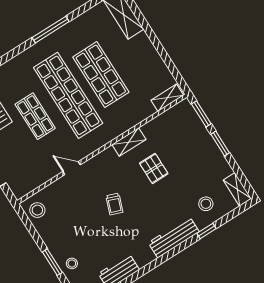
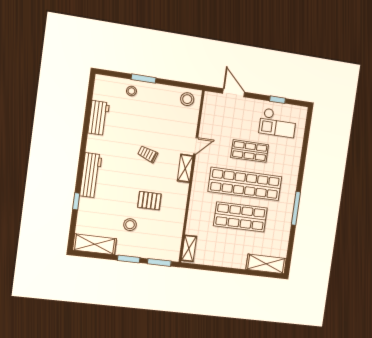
shelving: (129, 142) -> (185, 168), moved
shelving: (237, 189) -> (95, 244), width x1.50, depth x1.33
stool: (206, 204) -> (130, 225), moved

